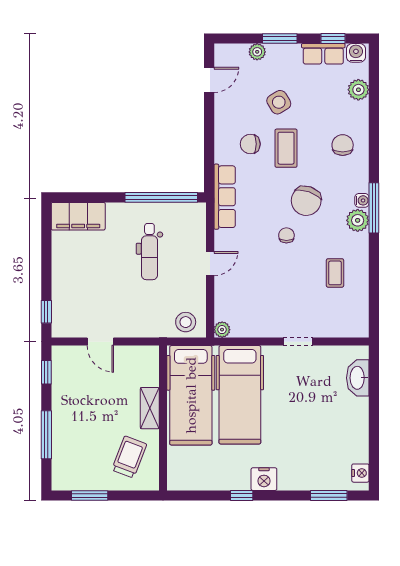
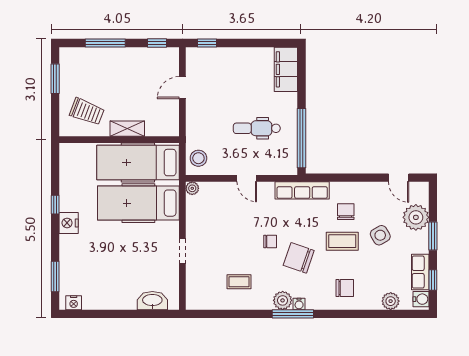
plant: (257, 52) -> (416, 217), width x1.88, depth x1.88

